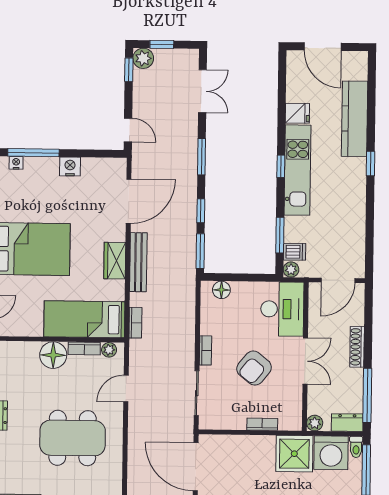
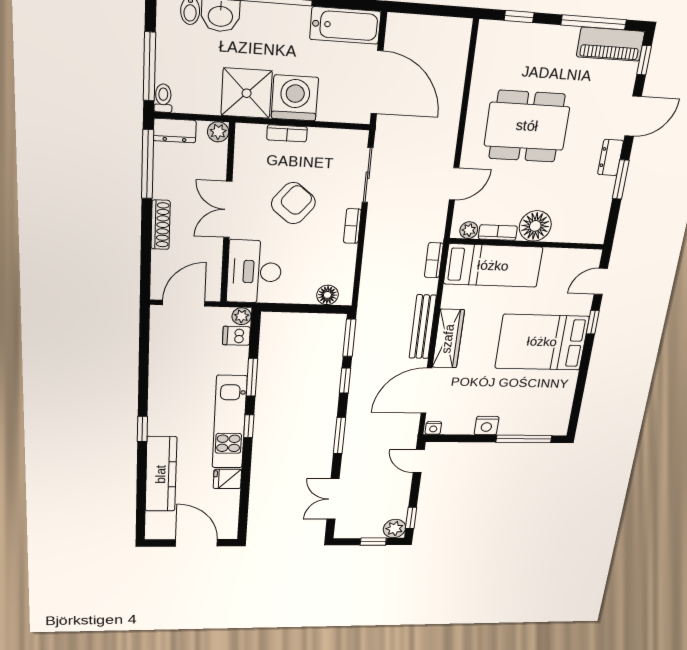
nightstand: (16, 163) -> (433, 428), moved
window: (280, 235) -> (252, 377), moved
wardrobe: (115, 261) -> (448, 339), width x1.50
washing machine: (331, 453) -> (295, 98), moved

